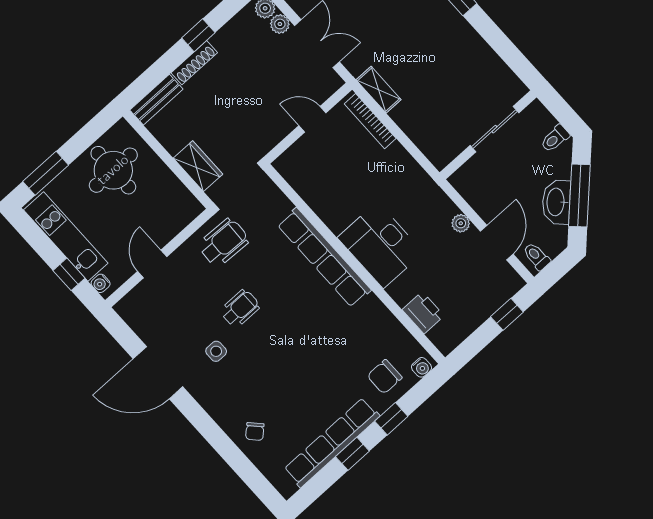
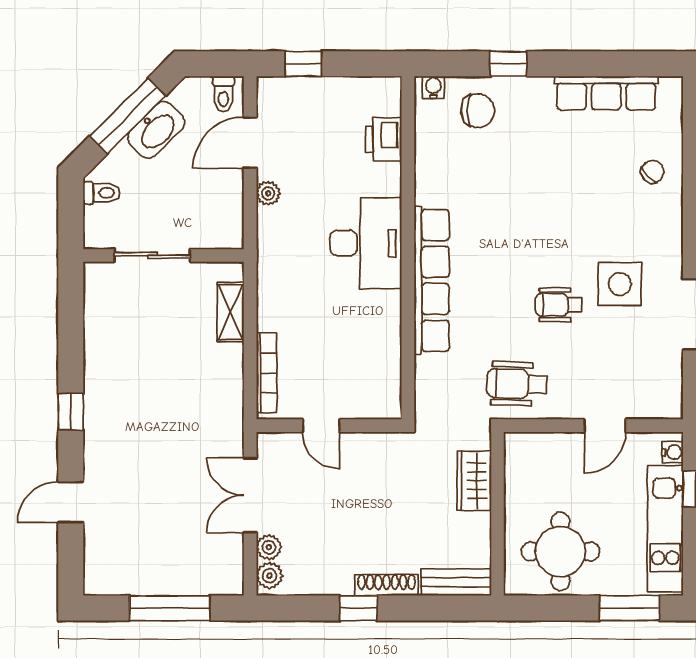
shelving: (379, 90) -> (231, 312), moved
side table: (216, 351) -> (620, 284), width x1.87, depth x1.87
row of seats: (332, 443) -> (606, 93), width x0.73
window: (352, 454) -> (577, 64), removed

